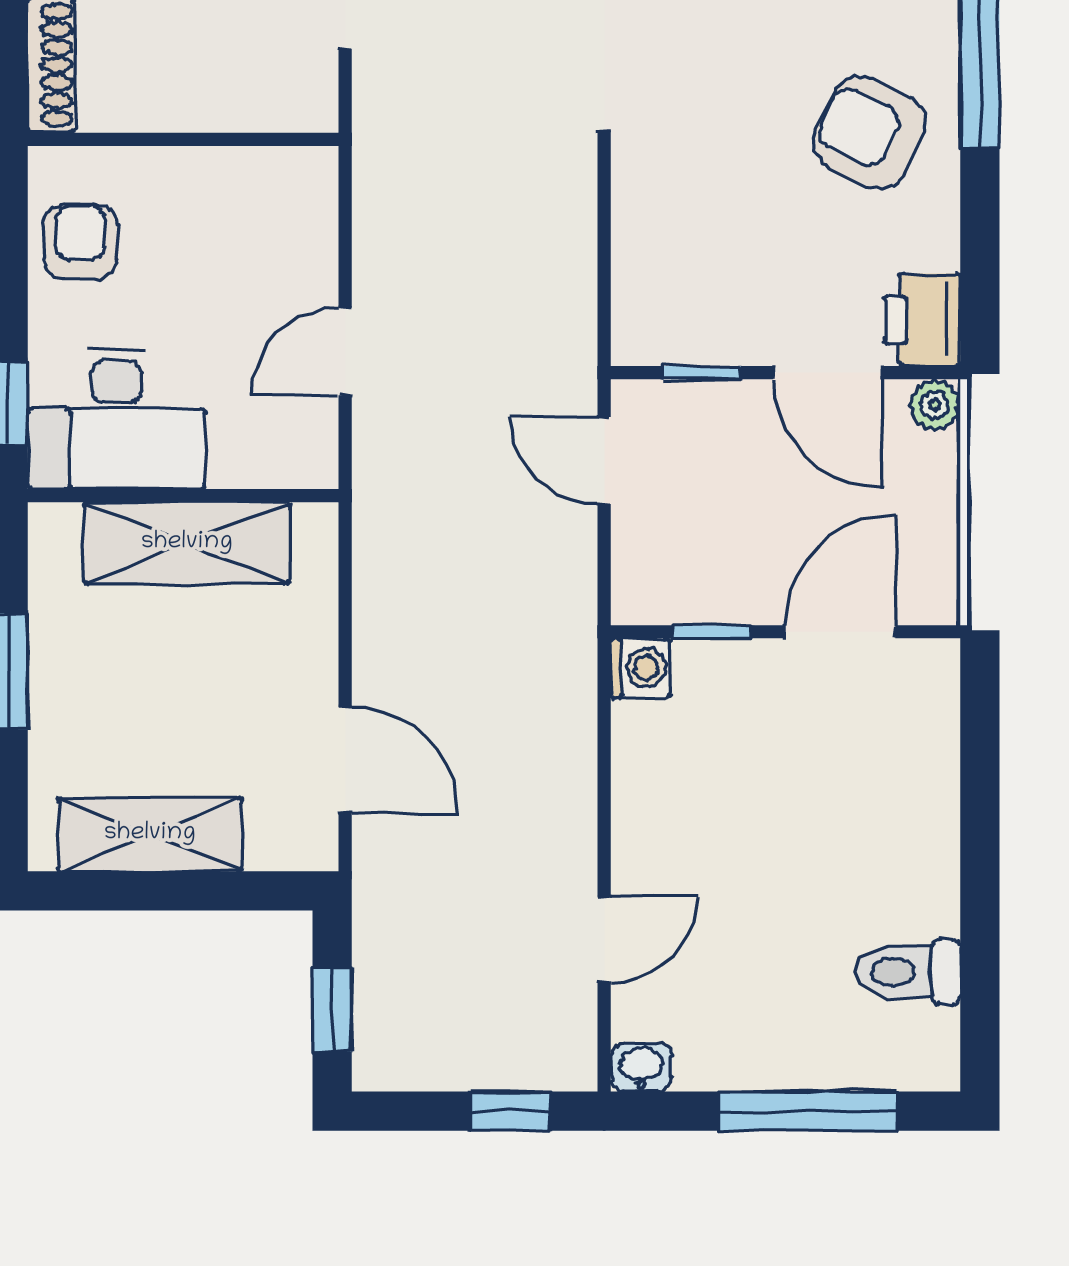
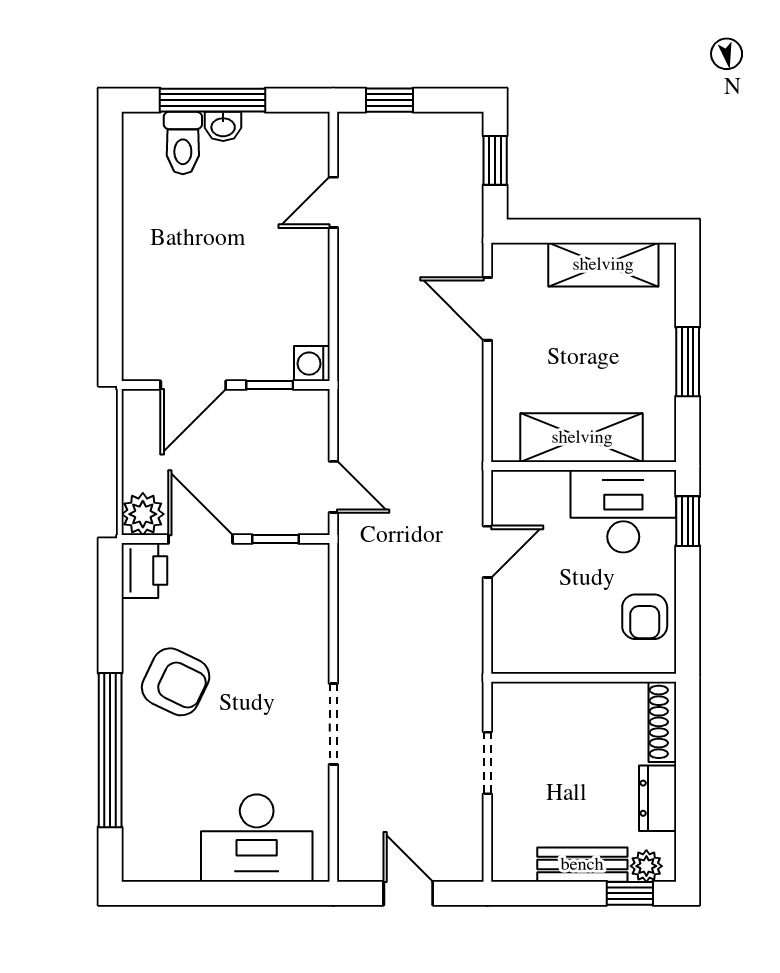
plant: (935, 405) -> (143, 514), width x1.38, depth x1.38
toilet: (908, 972) -> (183, 143), moved, turned 90
washbasin: (641, 1067) -> (223, 126), moved

